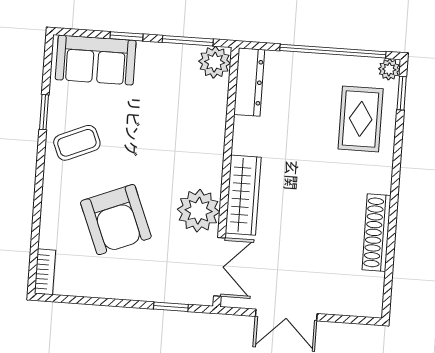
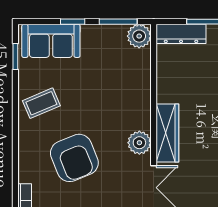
dresser: (249, 82) -> (181, 34), moved, turned 90
window: (44, 112) -> (15, 57), moved
plant: (199, 211) -> (139, 143), width x0.73, depth x0.73

